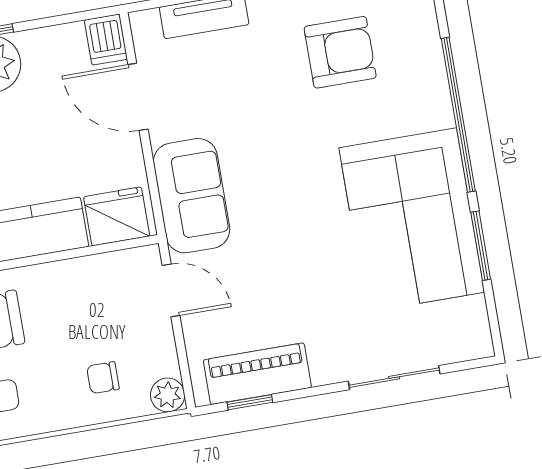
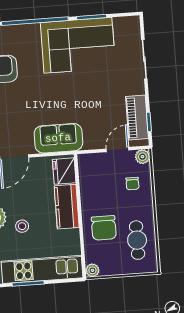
door: (171, 290) -> (117, 149), moved

